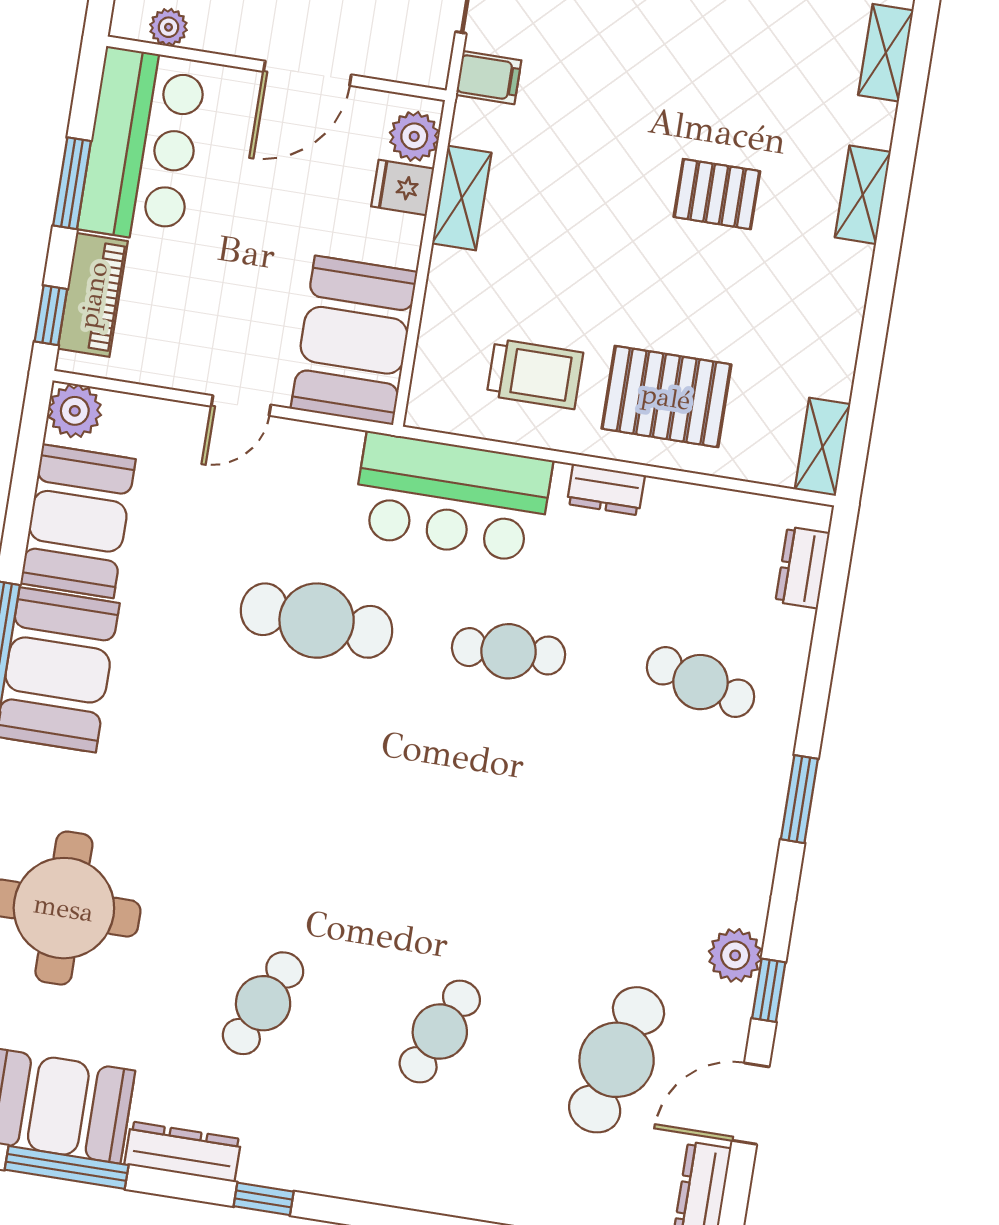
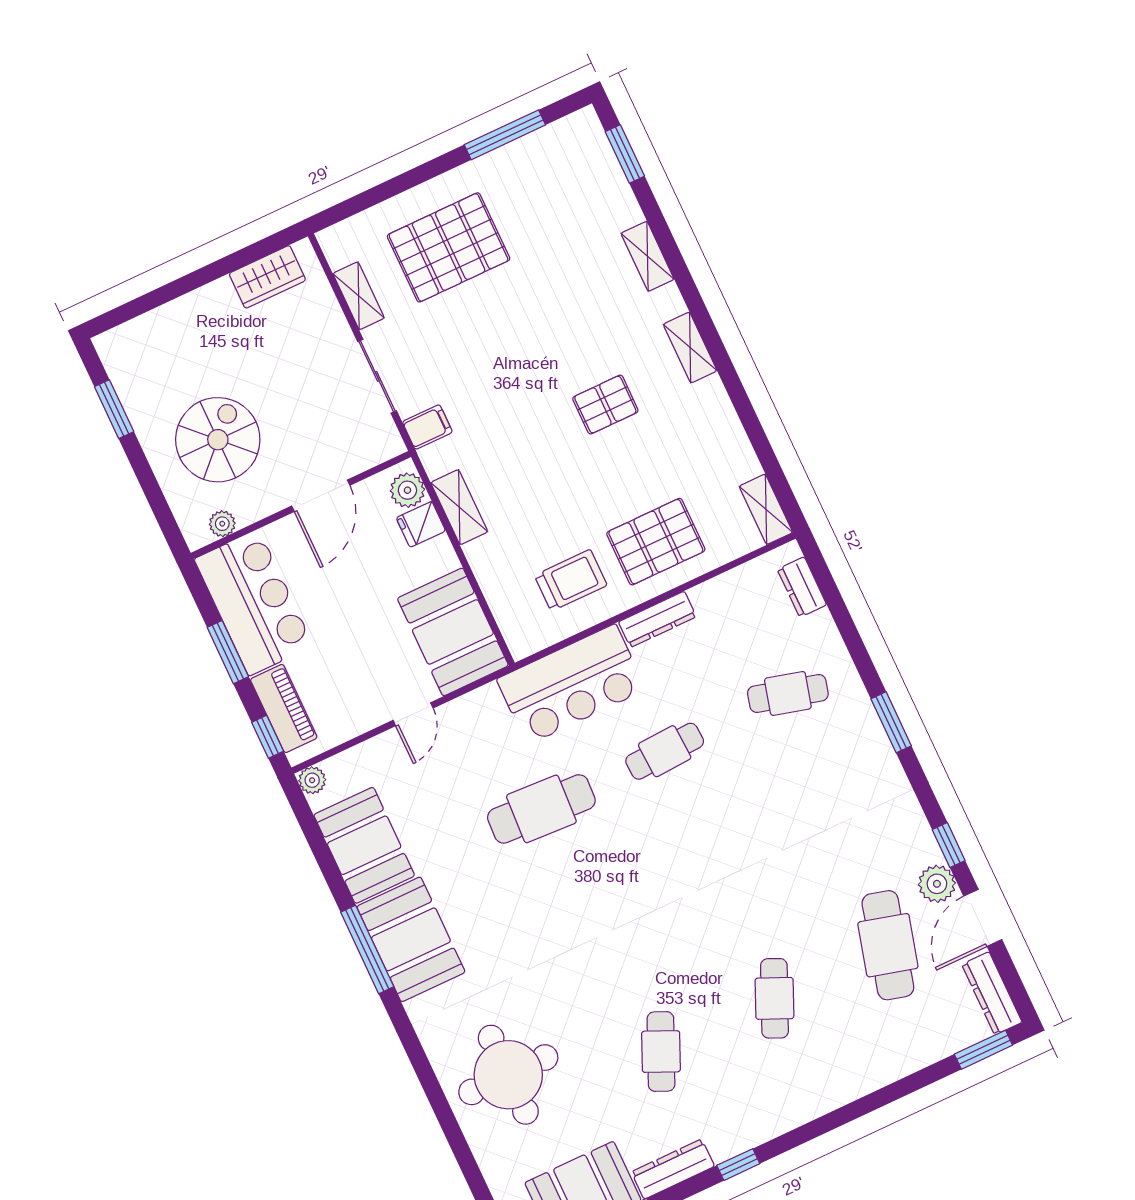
plant: (75, 411) -> (312, 780), width x0.73, depth x0.73
dresser: (606, 490) -> (657, 619), width x1.44
plant: (735, 955) -> (937, 884), moved

